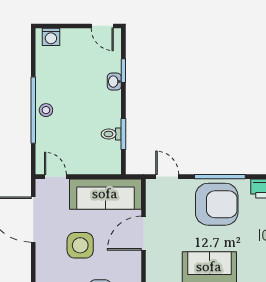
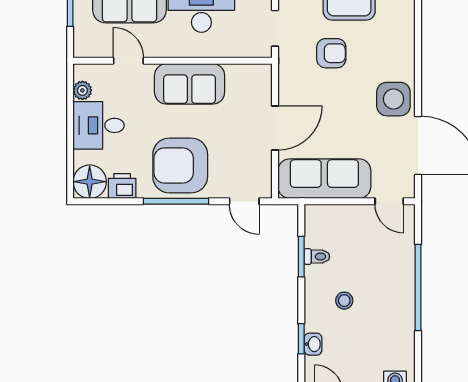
washbasin: (114, 82) -> (313, 344), moved
stool: (46, 110) -> (344, 301), moved
side table: (80, 245) -> (393, 99), moved

